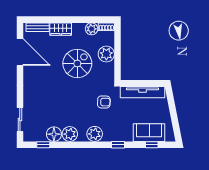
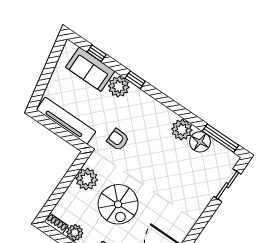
plant: (106, 54) -> (87, 179), moved
spiral stairs: (77, 63) -> (118, 204), turned -90
plant: (95, 134) -> (119, 87), moved
window: (43, 145) -> (220, 138), width x2.17

